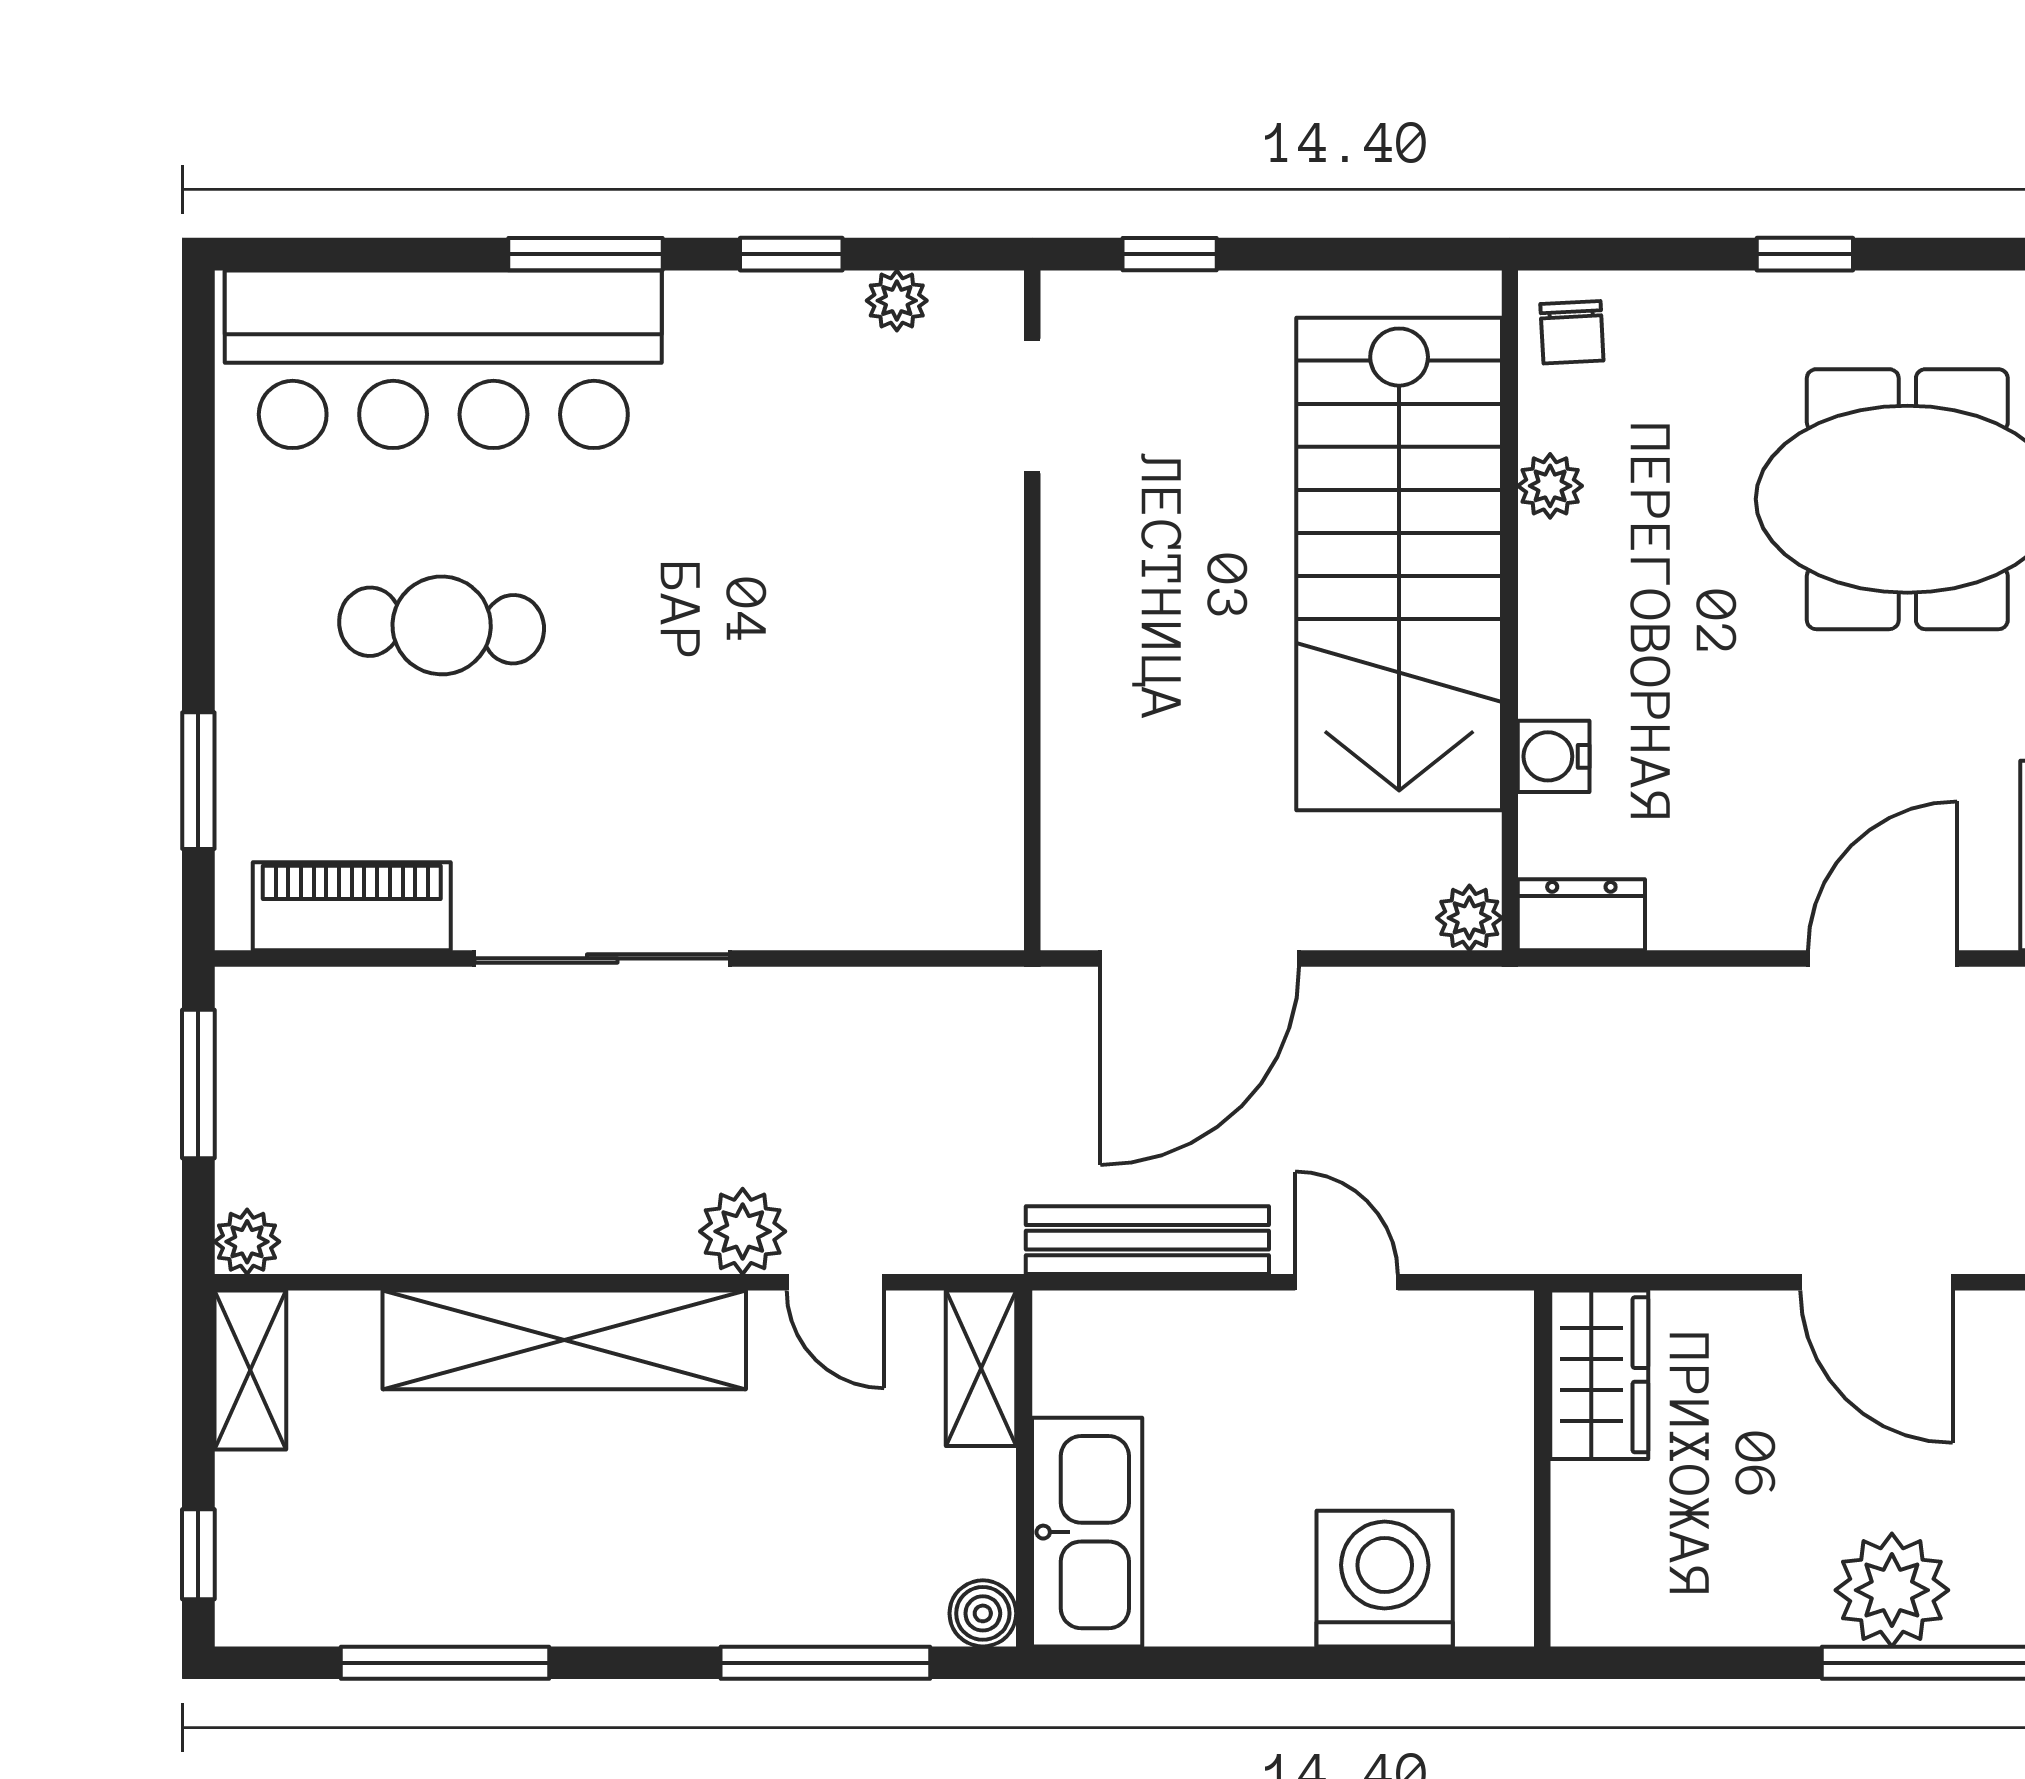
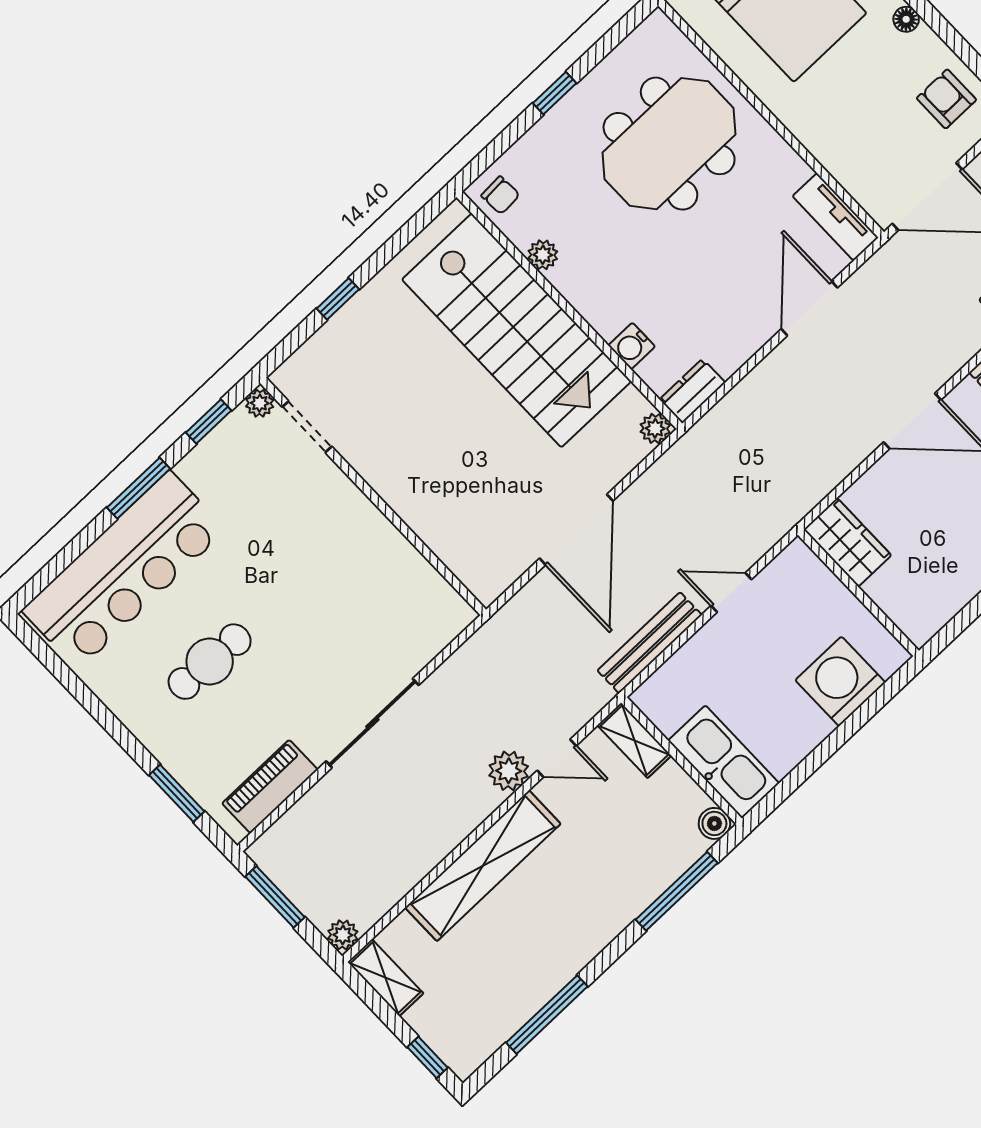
doorway: (1032, 406) -> (307, 427), moved
wall: (1032, 610) -> (373, 496), moved

